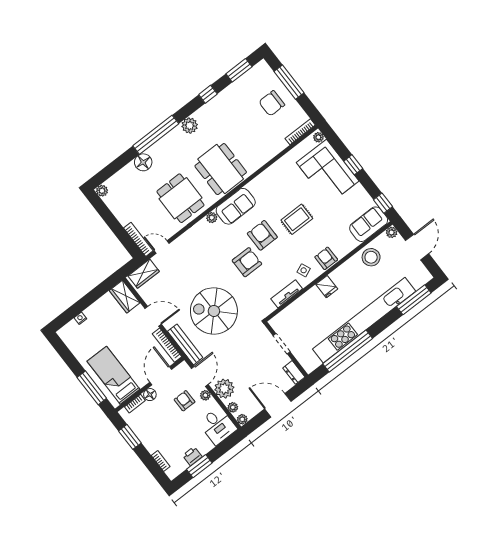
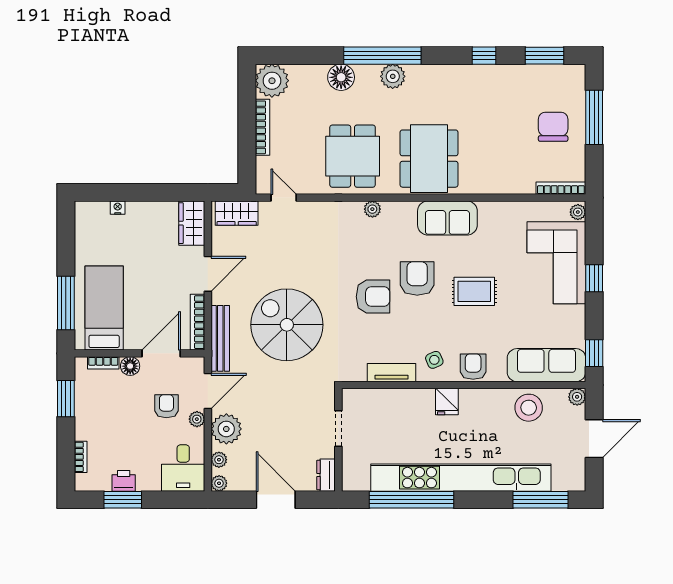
chair: (272, 103) -> (553, 127), turned 90
plant: (190, 126) -> (393, 76), moved
plant: (102, 191) -> (272, 81), width x1.88, depth x1.88
sofa: (236, 206) -> (447, 218), moved
sofa: (369, 224) -> (546, 365), width x1.36
bookcase: (138, 239) -> (262, 127), moved
door: (153, 316) -> (208, 274), hinge flipped

